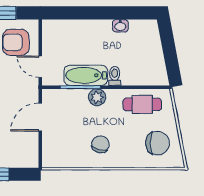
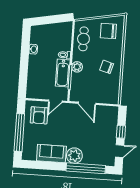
chair: (158, 143) -> (108, 31), turned -90

